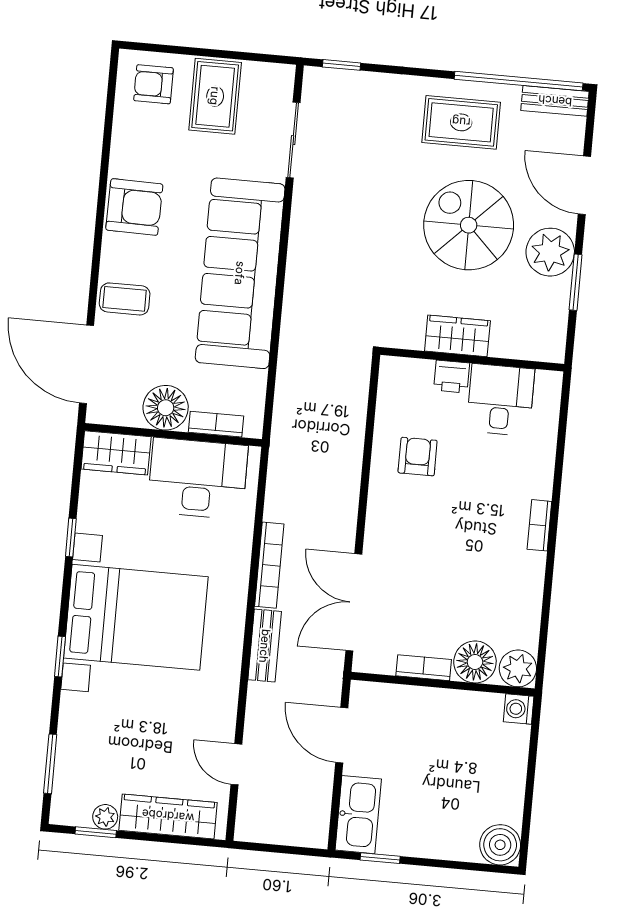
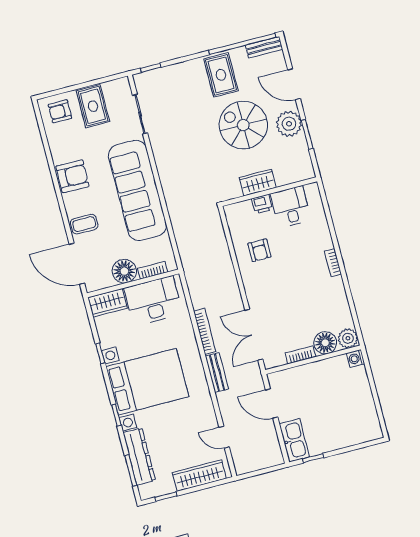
rug: (461, 122) -> (221, 75), turned 90
armchair: (418, 457) -> (259, 250), turned 180
dresser: (74, 745) -> (139, 457), added
plant: (105, 817) -> (168, 487), removed
boiler: (500, 845) -> (371, 430), removed

